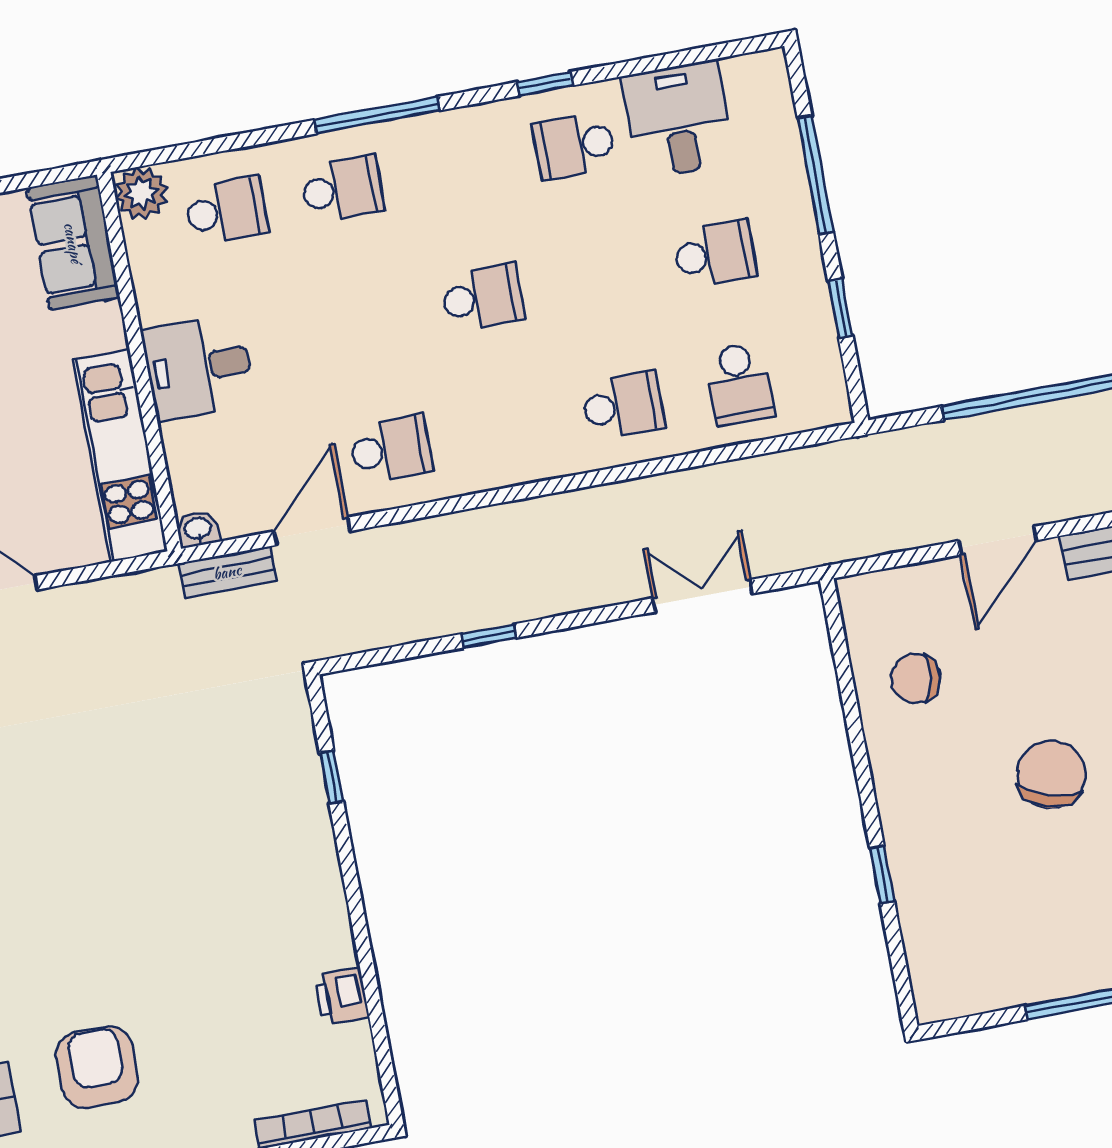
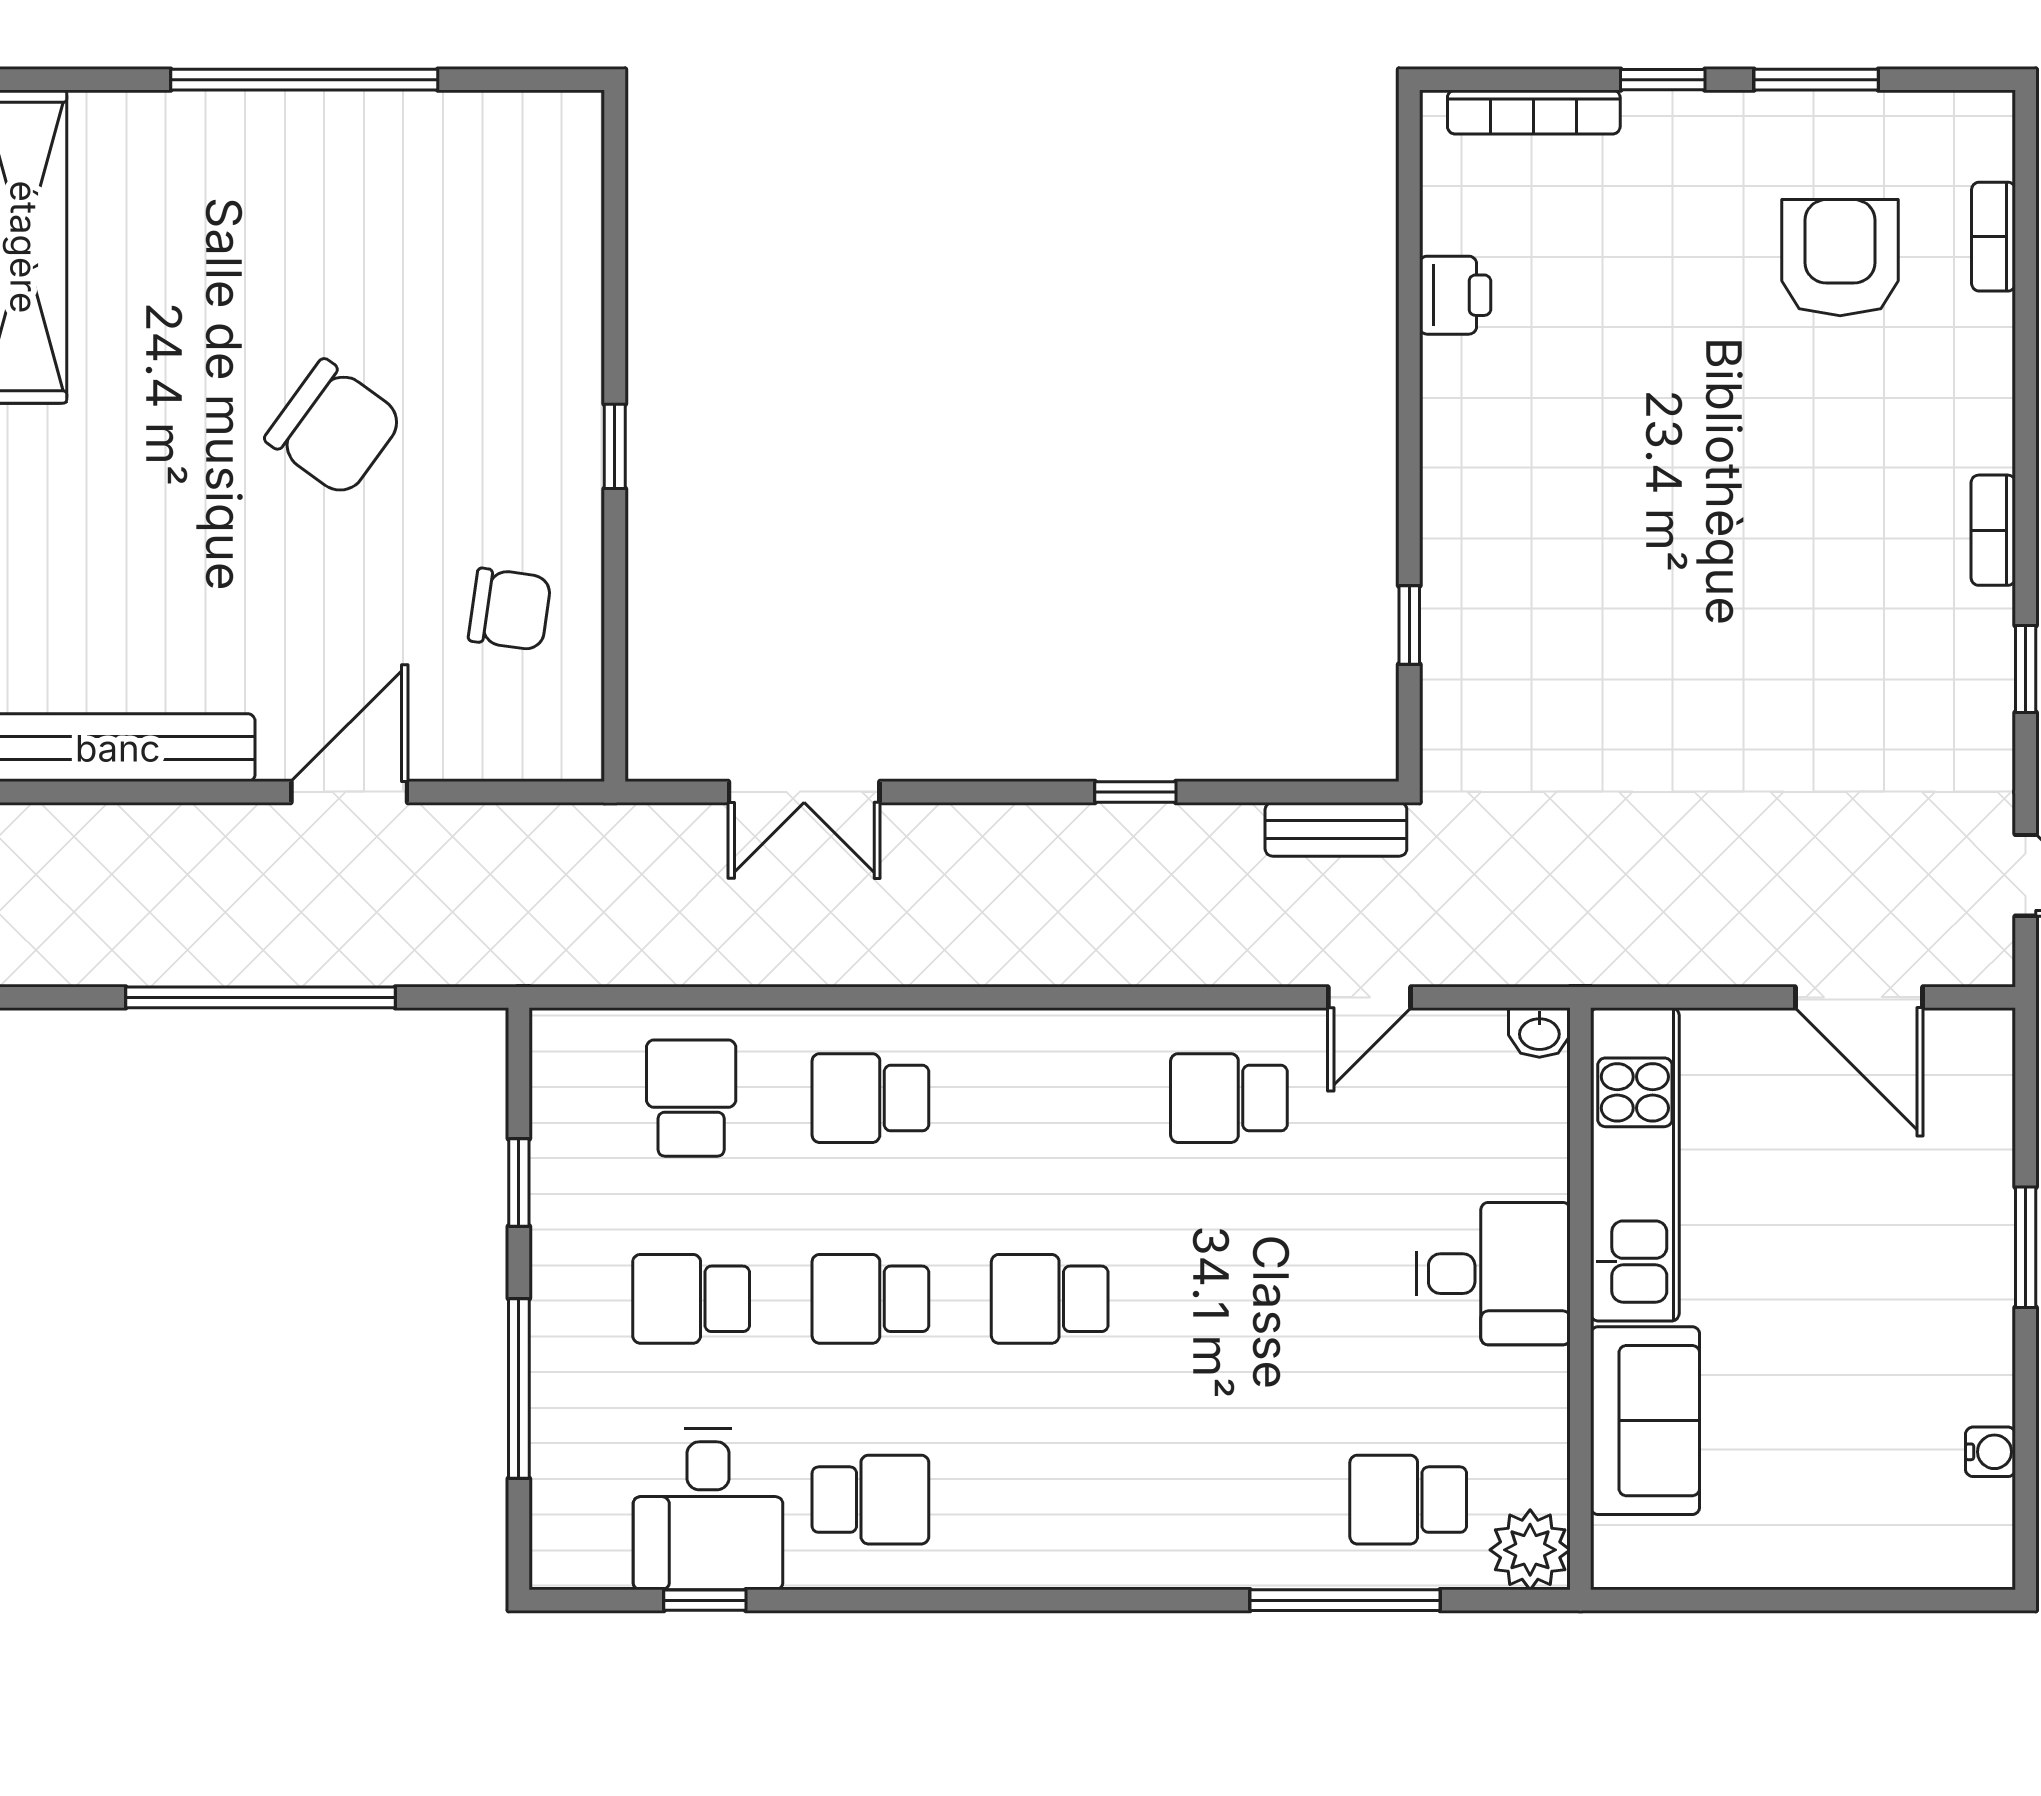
window: (545, 84) -> (705, 1600), moved
window: (377, 115) -> (1345, 1600), moved
school desk: (342, 189) -> (870, 1299), moved
sofa: (73, 243) -> (1645, 1421), moved
door: (312, 531) -> (1369, 997), width x0.73
bench: (227, 572) -> (1336, 829), moved
chair: (1051, 774) -> (334, 428), turned -71
window: (882, 875) -> (615, 446), moved
armchair: (97, 1067) -> (1840, 258), turned 180

